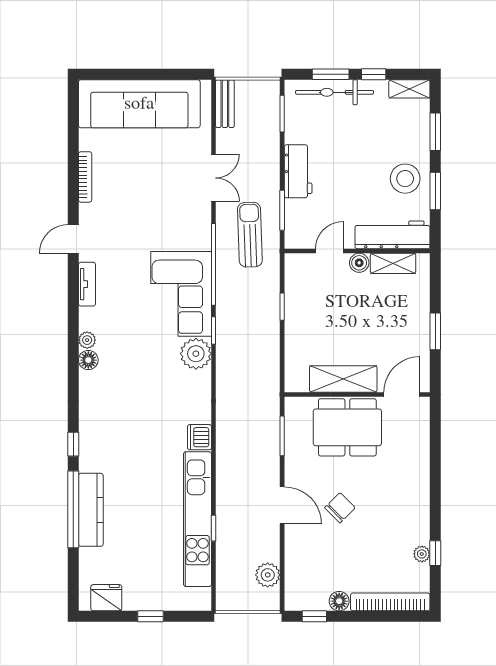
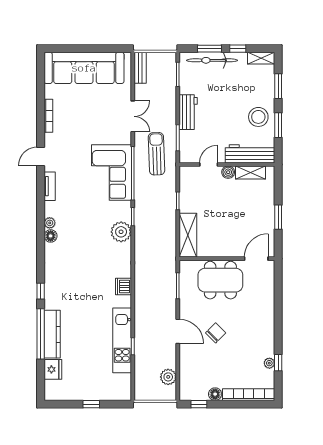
corner sofa: (181, 294) -> (111, 173), moved
shelving: (343, 379) -> (188, 235), moved, turned 90
kitchen unit: (197, 519) -> (122, 340), width x0.73
fridge: (106, 598) -> (53, 369), moved, turned 90

